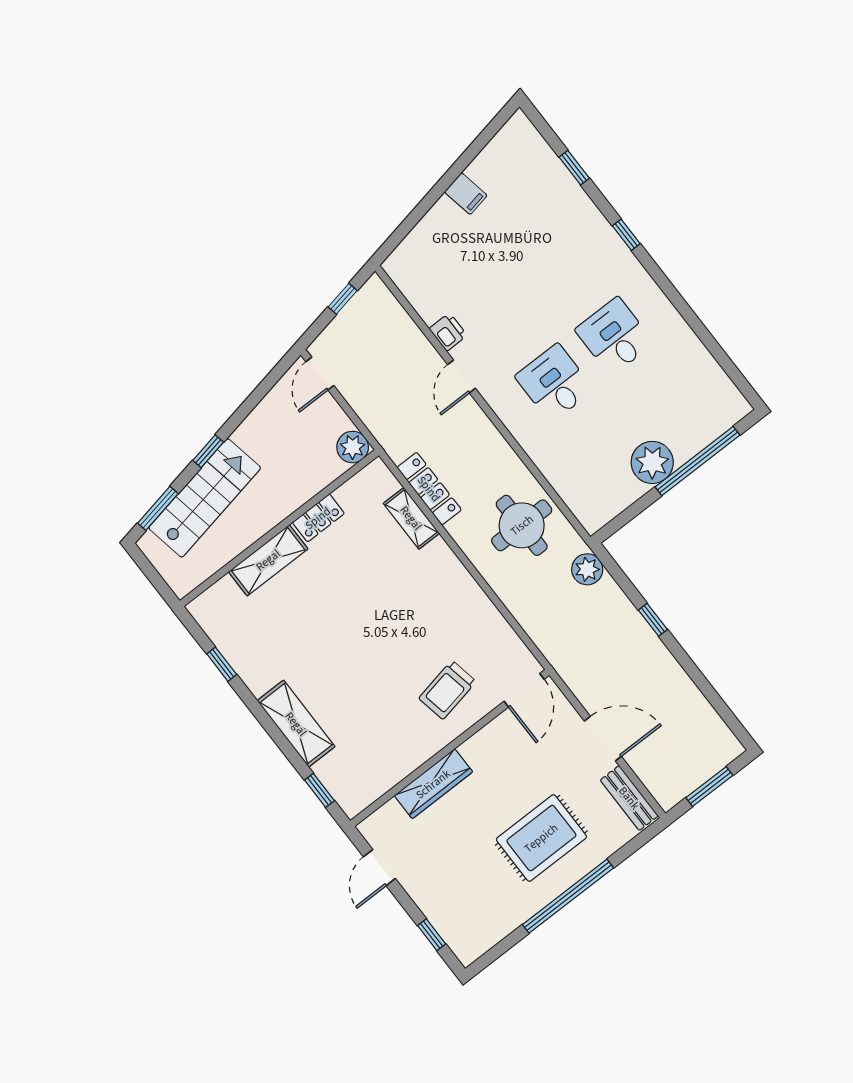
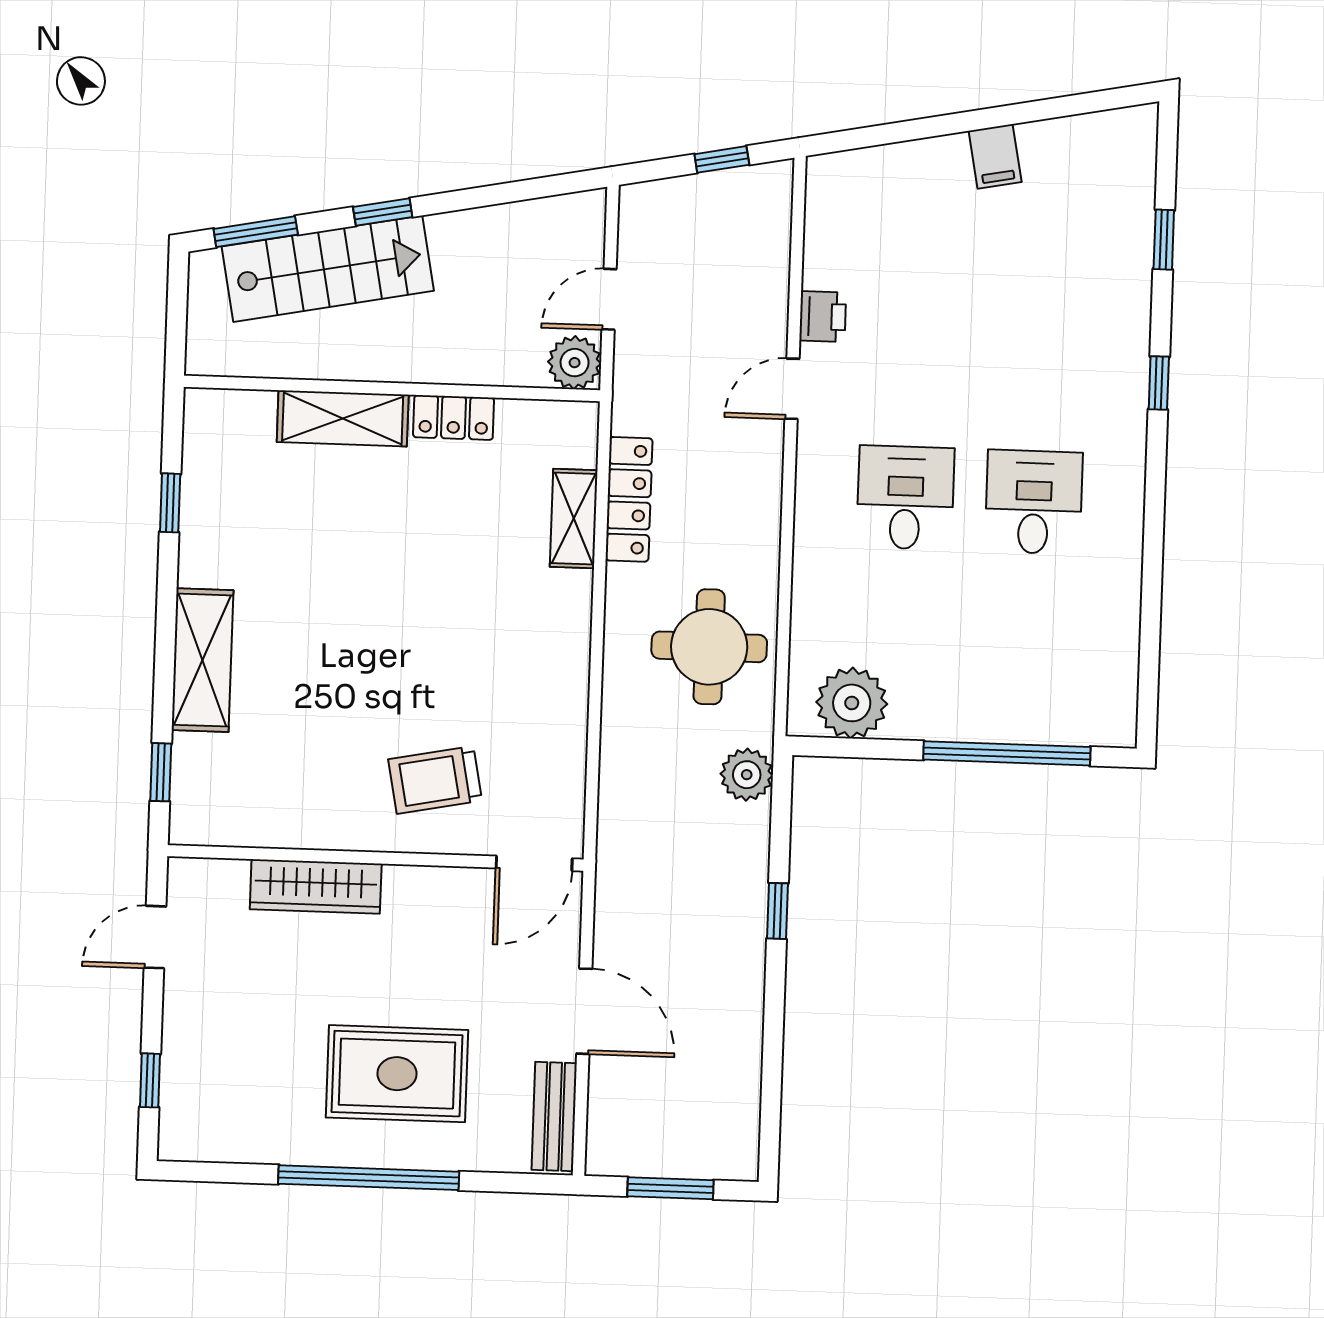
door: (320, 374) -> (609, 299), moved
plant: (652, 462) -> (852, 703), moved

